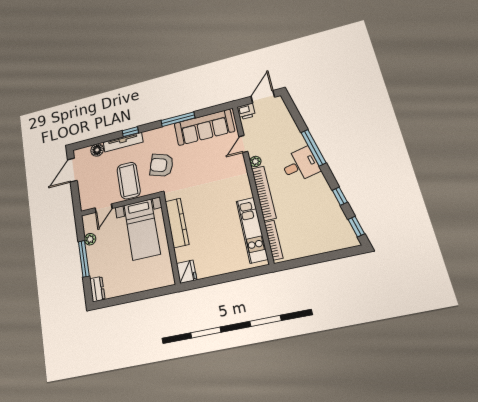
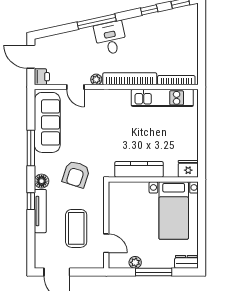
floor lamp: (97, 150) -> (42, 181), moved
coffee table: (129, 181) -> (76, 228), moved, turned 90
bed with nightstands: (142, 229) -> (174, 211), moved, turned 90

